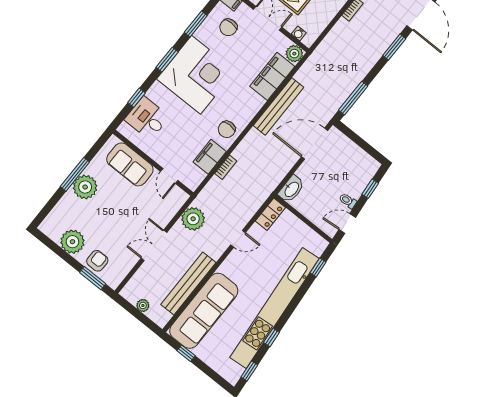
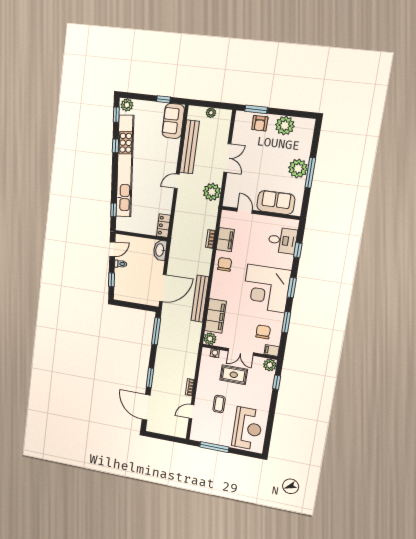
door: (238, 239) -> (177, 181), moved
sofa: (204, 311) -> (173, 121), width x0.54, depth x0.79
plant: (231, 374) -> (127, 105), added

